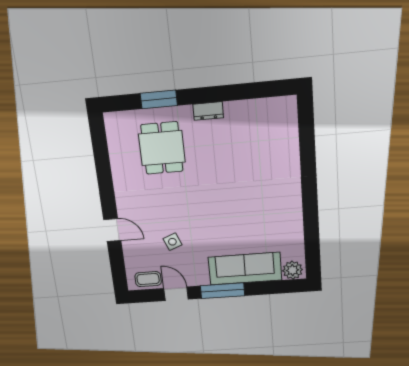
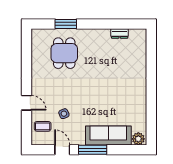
dresser: (208, 111) -> (120, 33), moved
coffee table: (148, 279) -> (43, 126), moved

